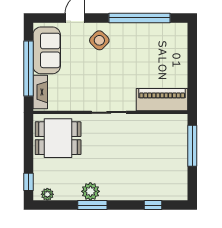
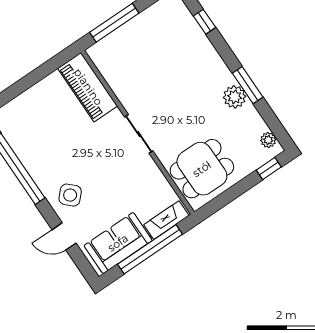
dining table: (58, 138) -> (202, 169), turned 90

